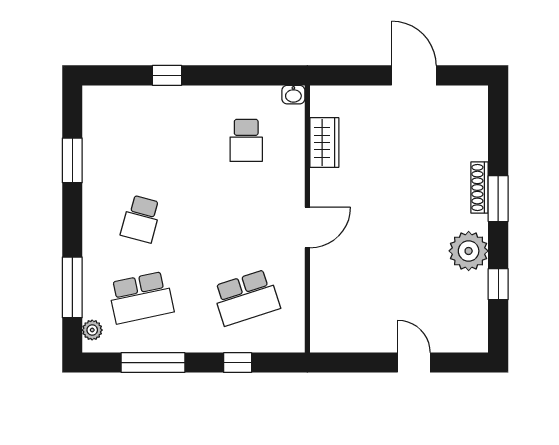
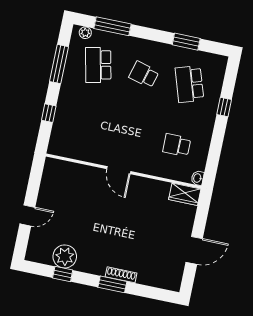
wardrobe: (324, 143) -> (185, 194), moved
plant: (469, 251) -> (65, 256), moved
school desk: (246, 298) -> (189, 84), moved

